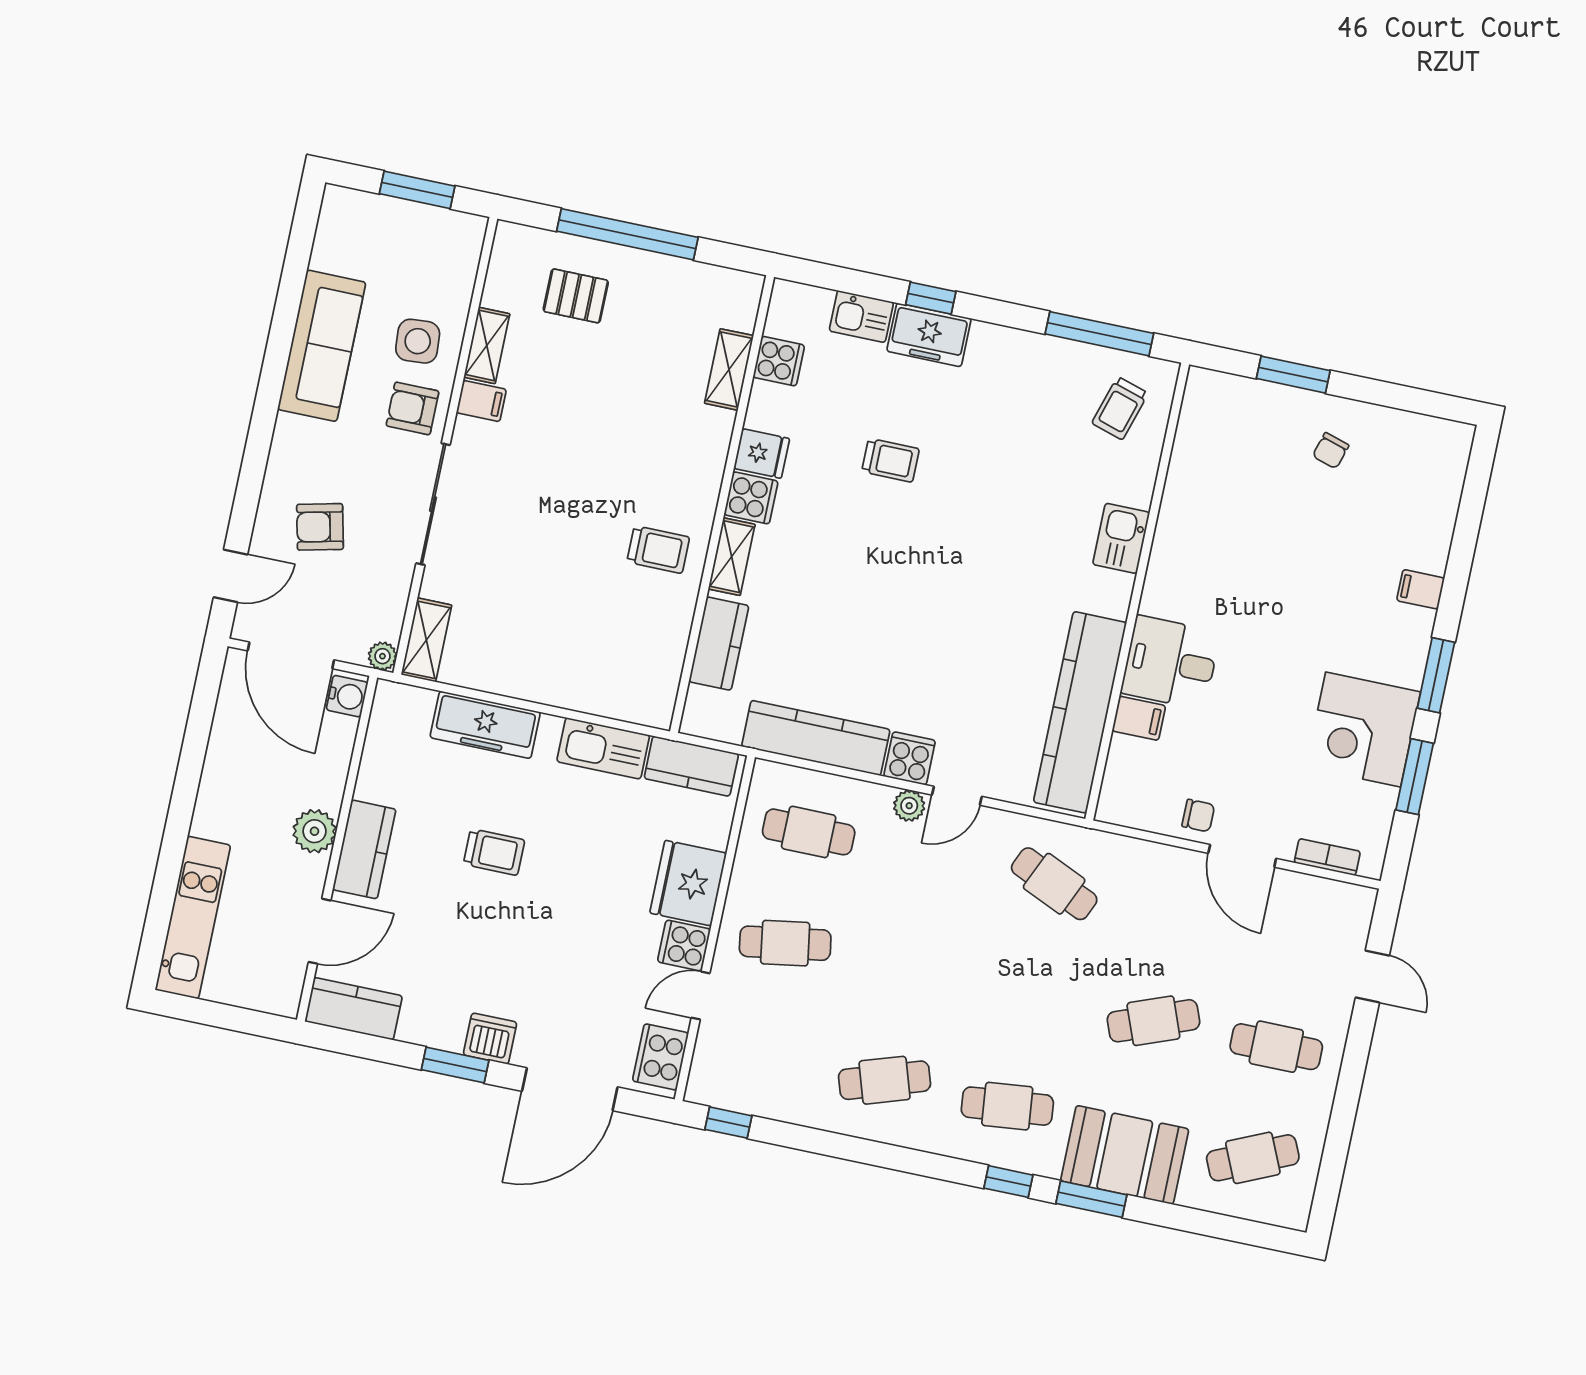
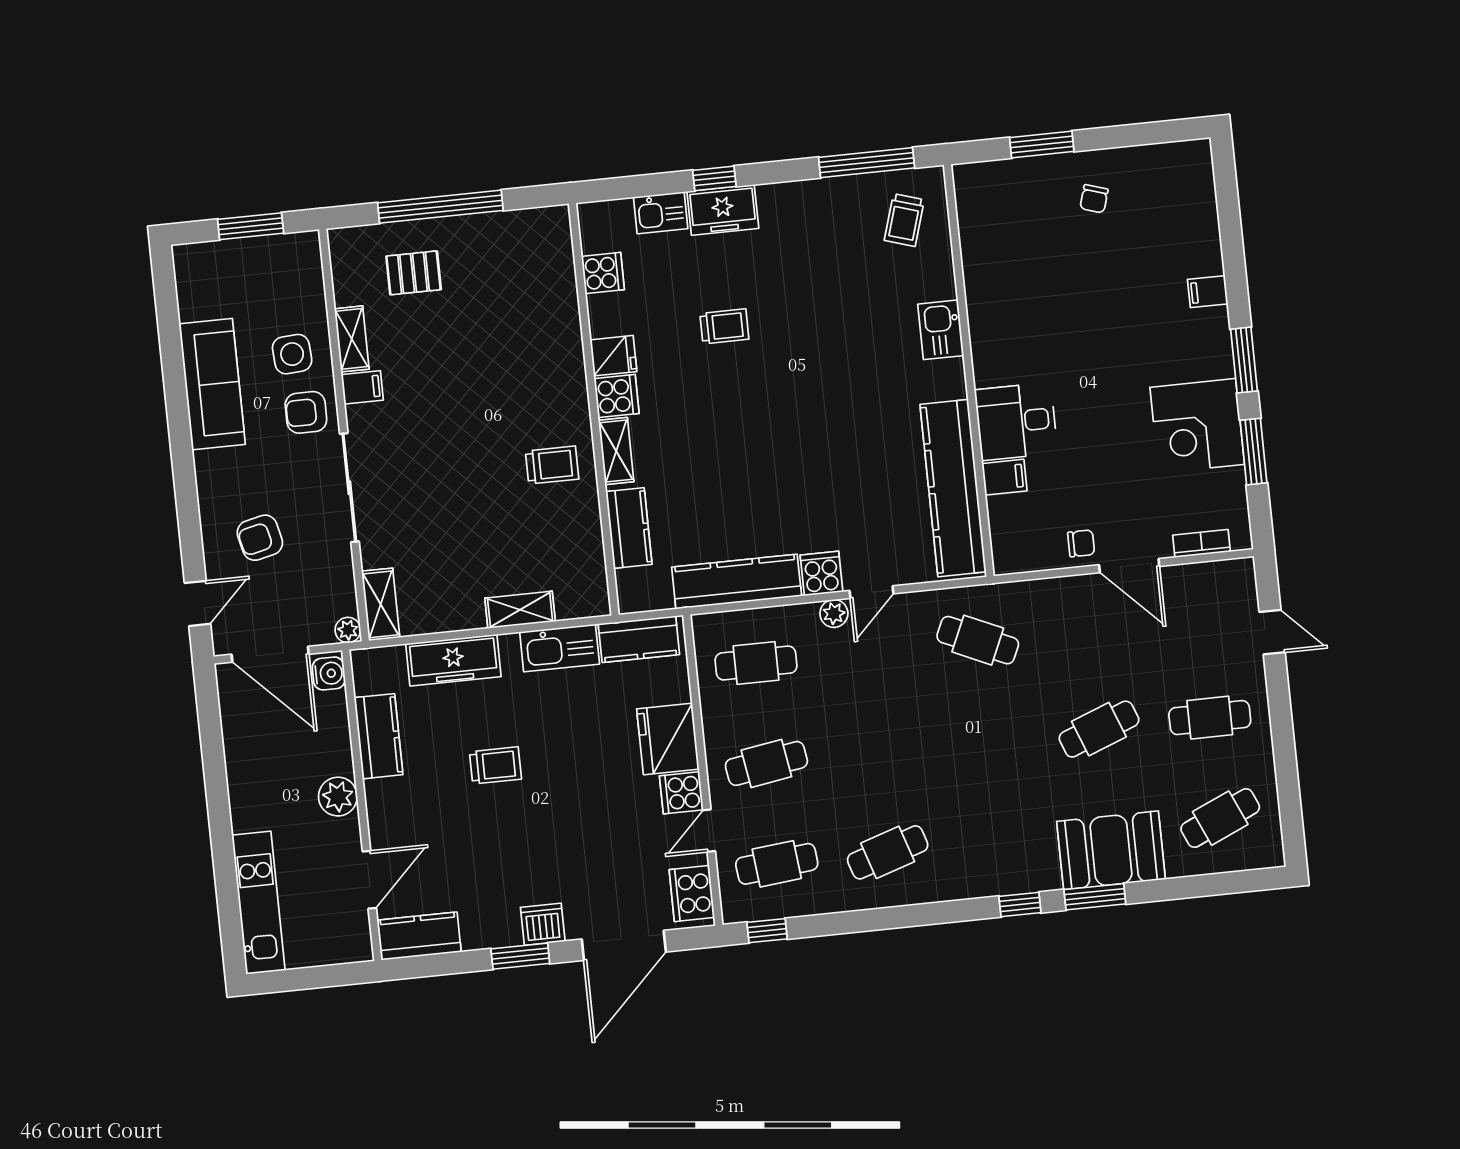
shelving: (729, 369) -> (520, 610), moved, turned 90
kitchen counter: (364, 849) -> (378, 736), moved
cafe table: (1007, 1106) -> (777, 864), moved

